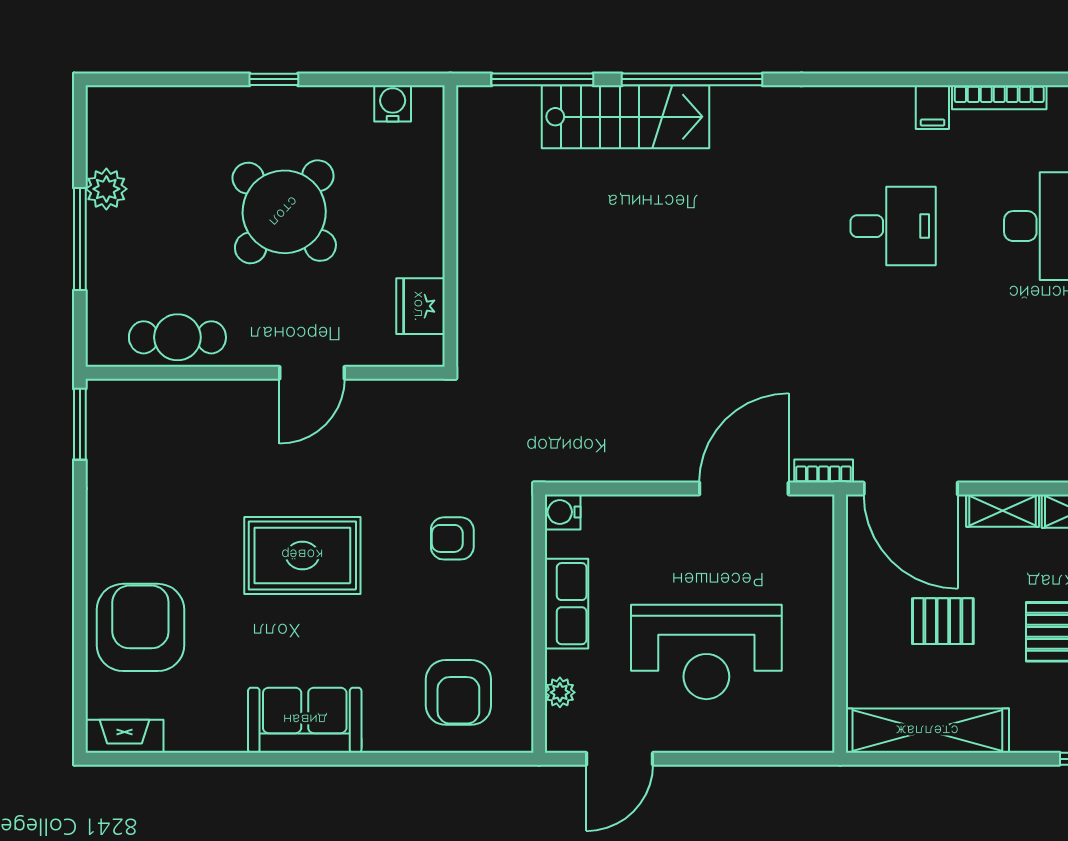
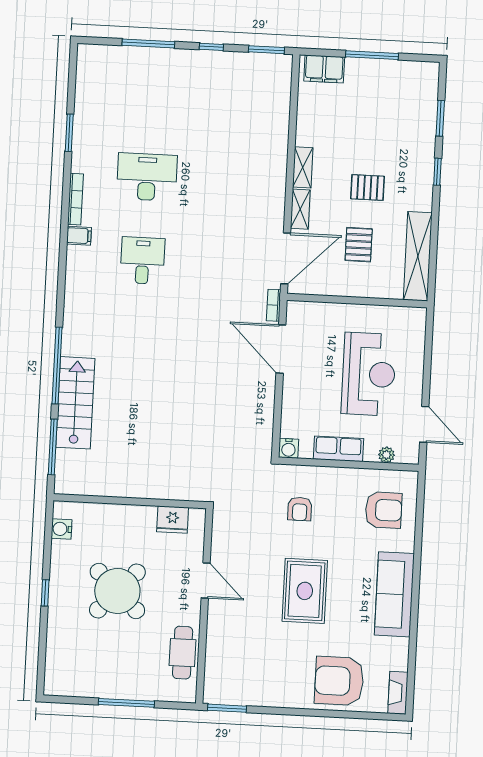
plant: (106, 189) -> (100, 687), removed
sofa: (305, 720) -> (394, 594), width x1.36

